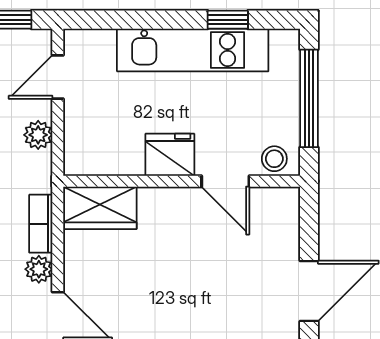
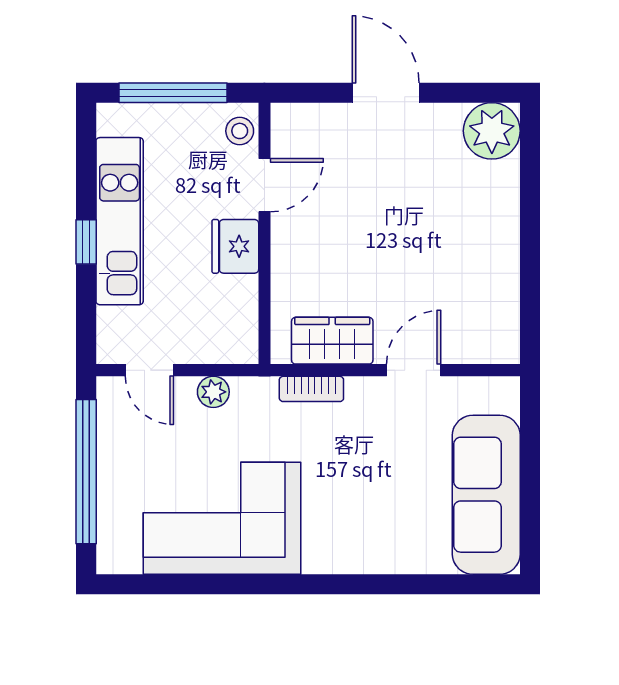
window: (228, 20) -> (86, 242), moved
wardrobe: (100, 208) -> (332, 341), moved, turned -90
plant: (39, 269) -> (362, 391), removed

